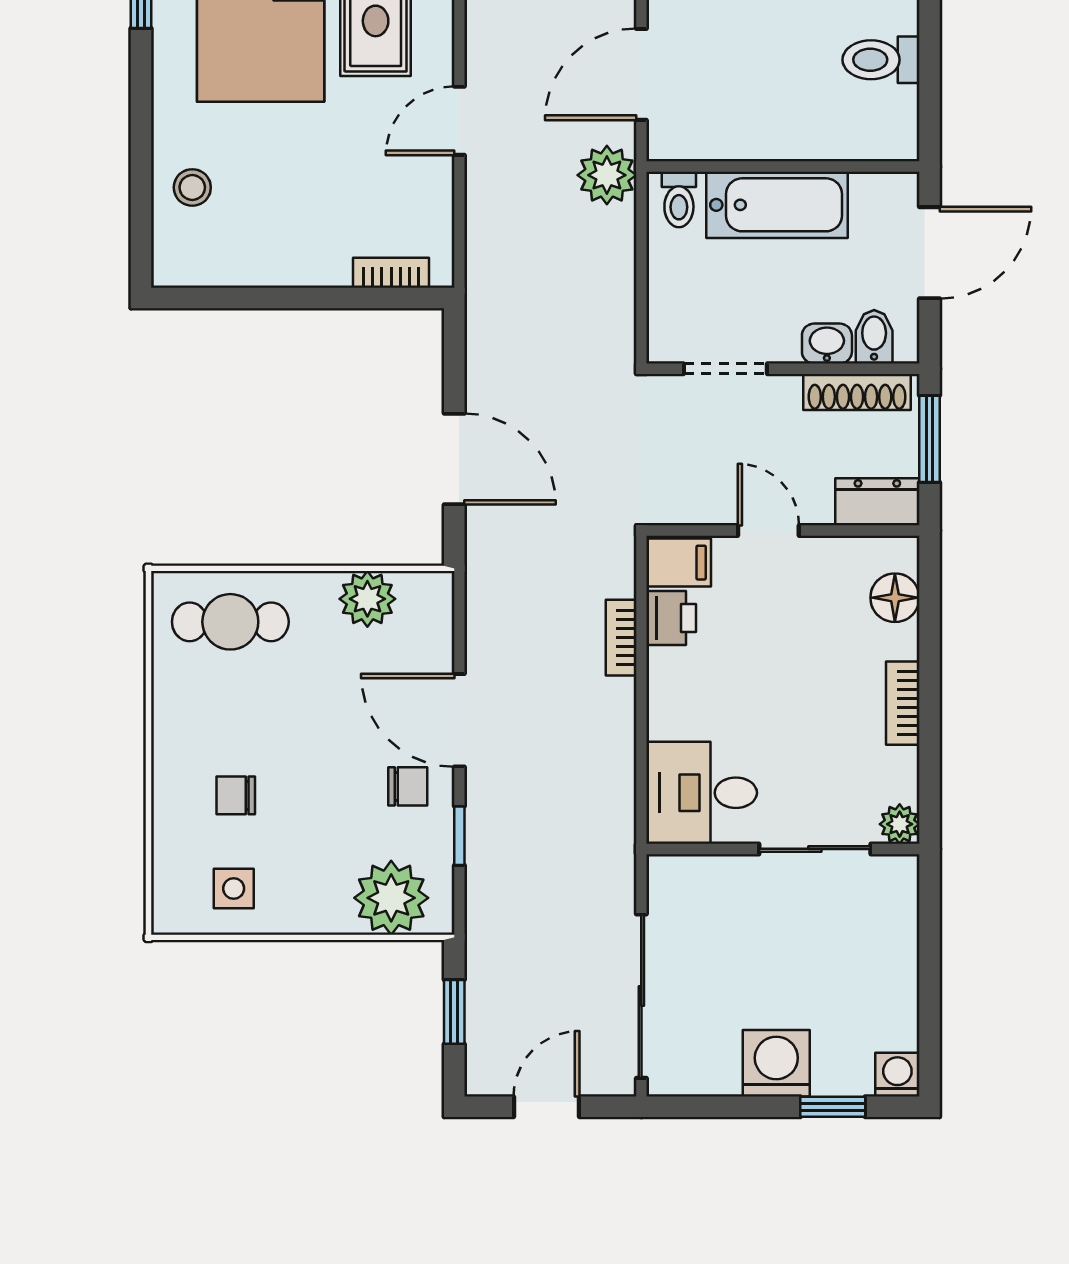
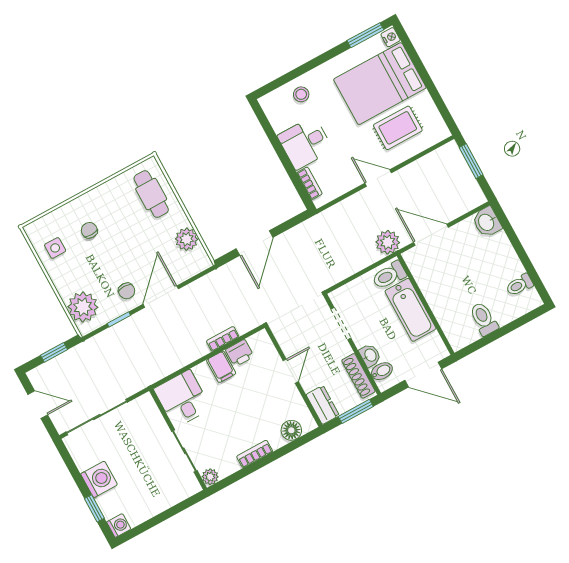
toilet: (679, 199) -> (389, 275), width x1.37, depth x1.39
desk: (300, 235) -> (305, 143), added
filing cabinet: (679, 563) -> (221, 367), moved

